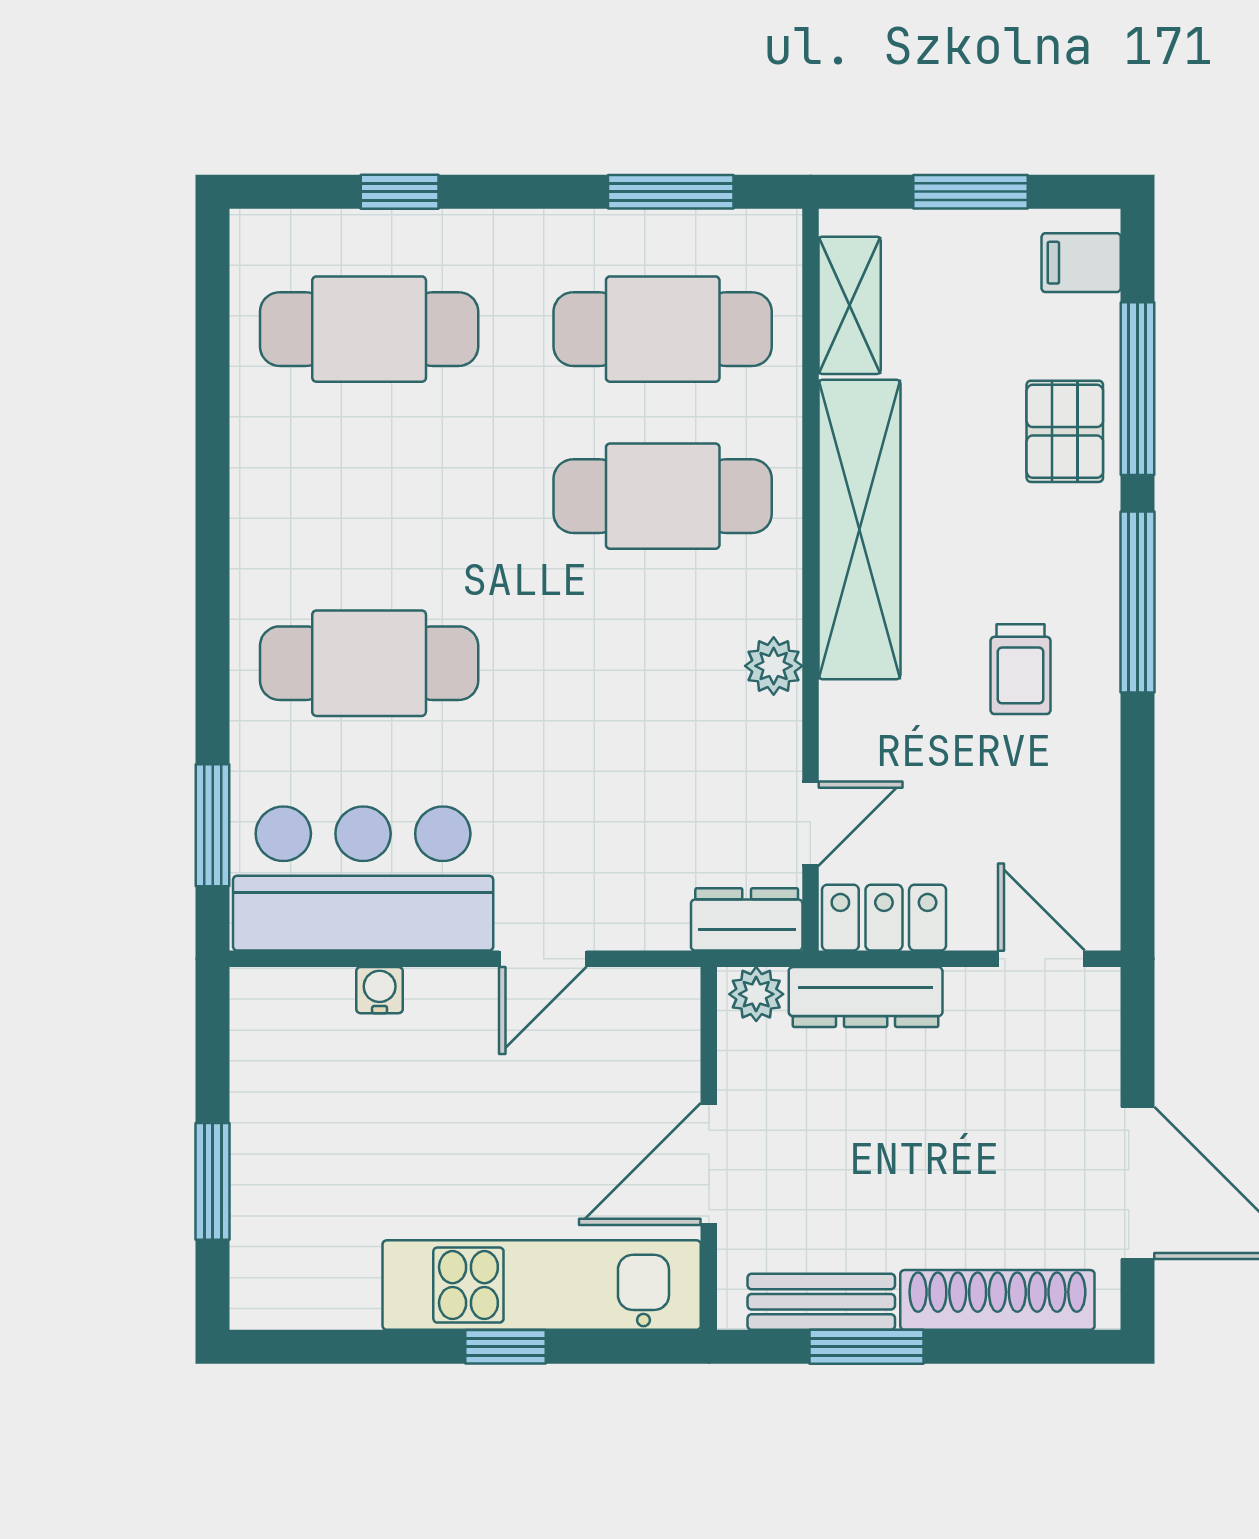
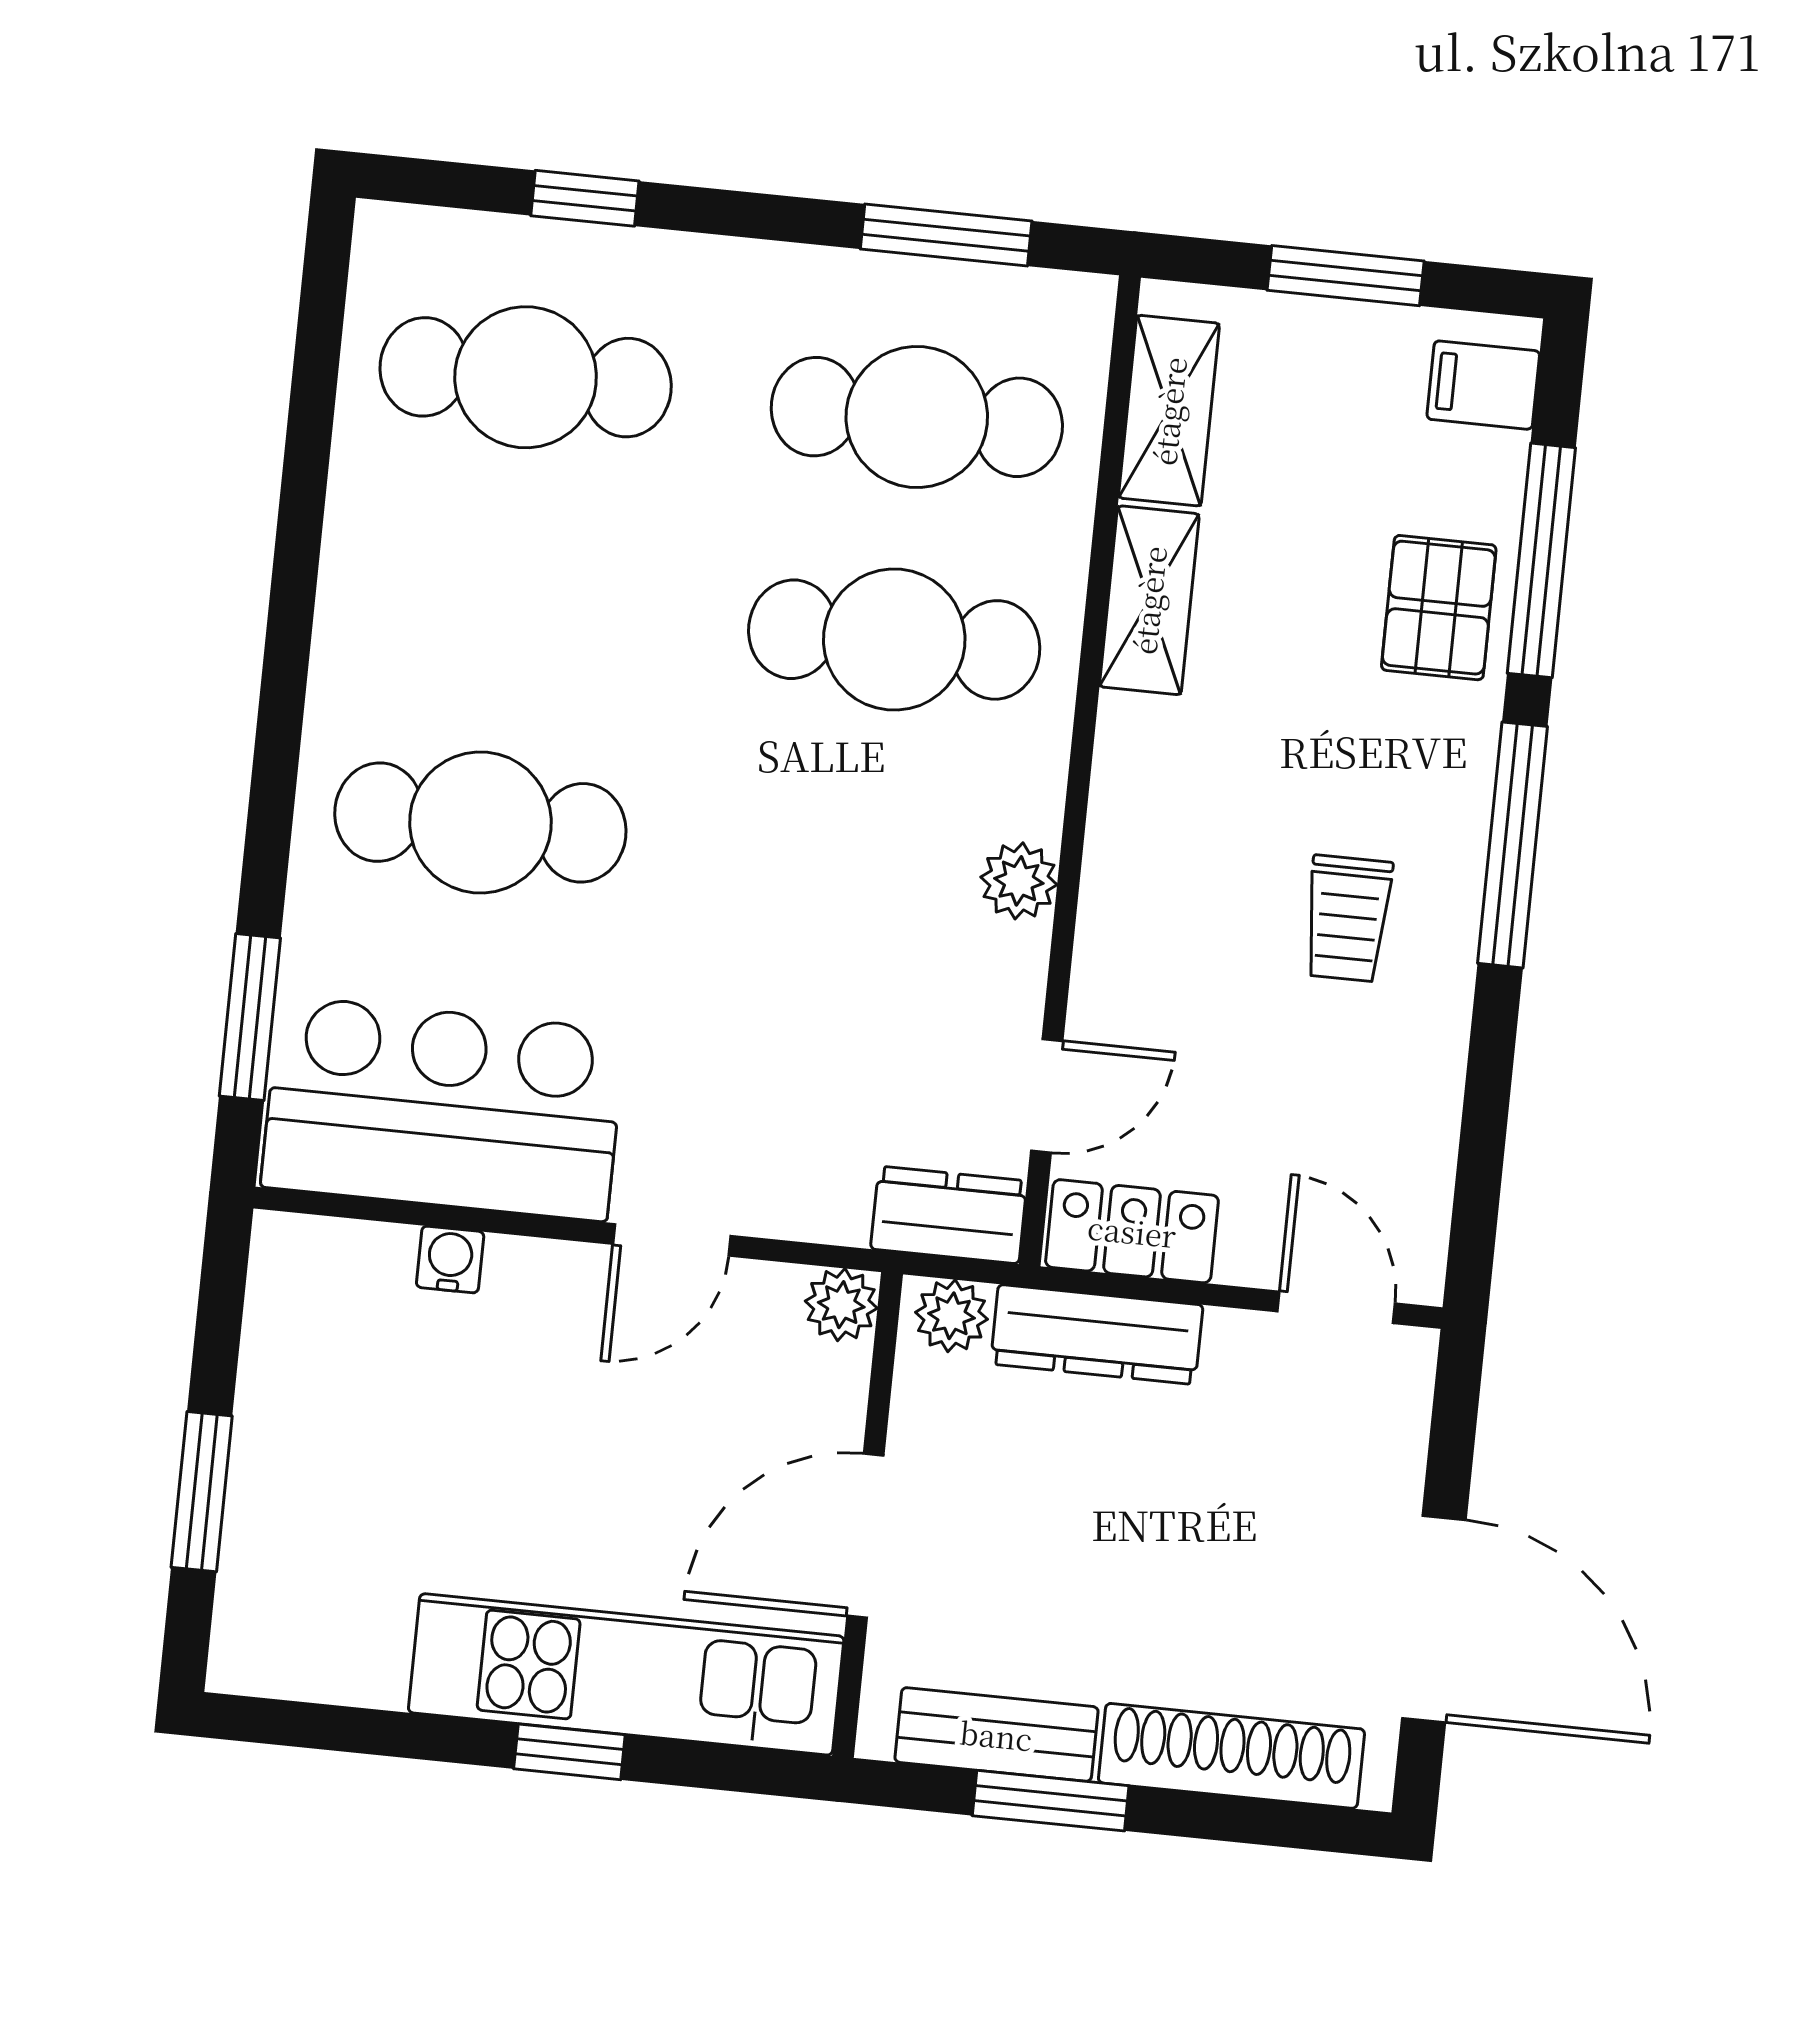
shelving: (859, 529) -> (1149, 600), width x0.45, depth x0.75
plant: (674, 994) -> (841, 1305), added

